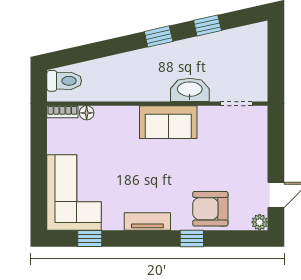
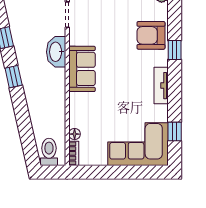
armchair: (210, 209) -> (151, 35), turned 90

